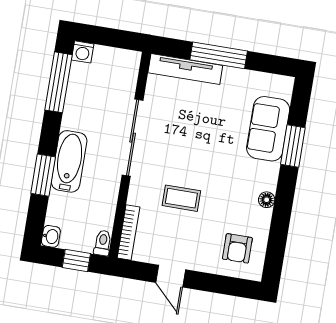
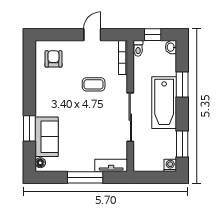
tv unit: (185, 69) -> (111, 165), width x0.71
window: (58, 82) -> (182, 144), width x0.69
bathtub: (69, 161) -> (164, 103), width x1.36, depth x1.36
floor lamp: (267, 200) -> (40, 163), moved
door: (171, 276) -> (92, 35), hinge flipped

